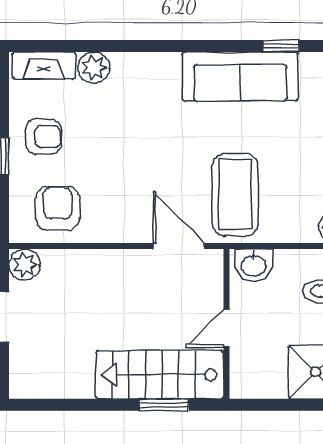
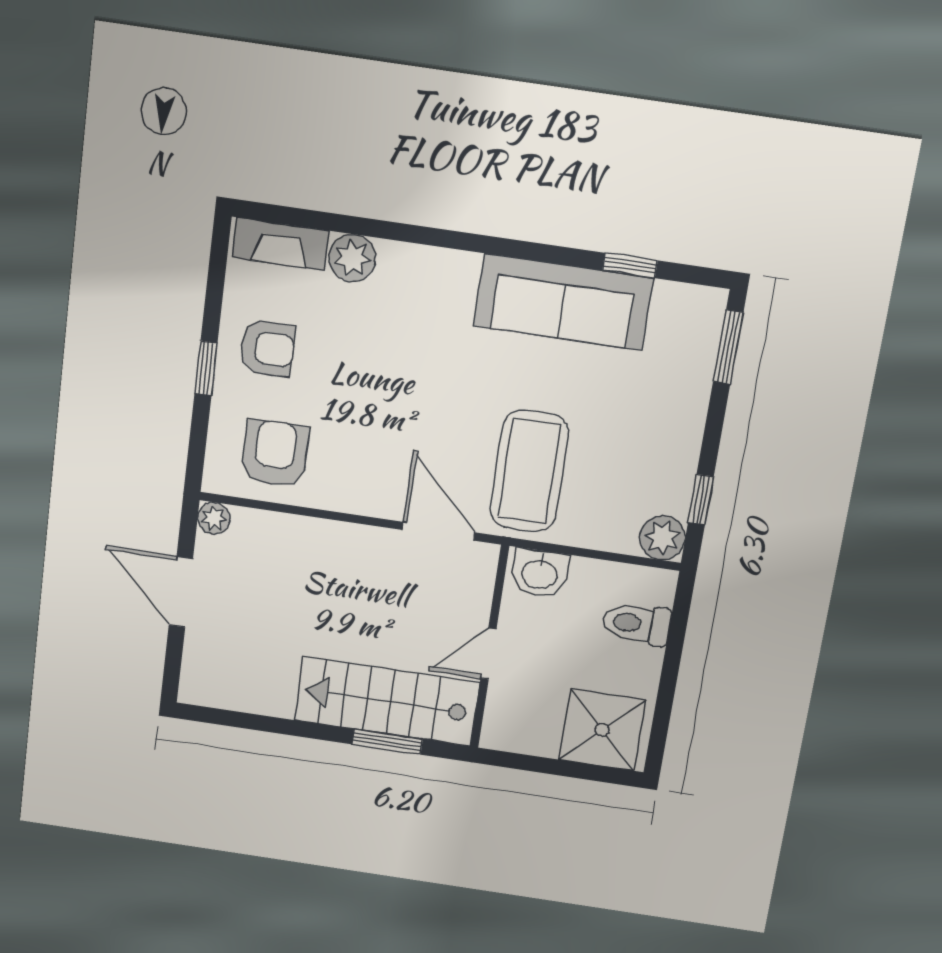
plant: (25, 265) -> (214, 518), width x0.73, depth x0.73

